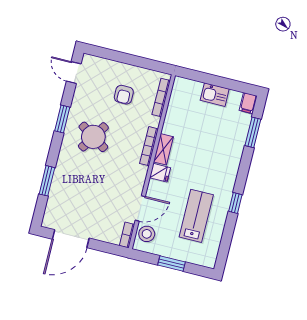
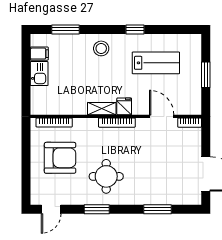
armchair: (124, 95) -> (60, 158), width x1.88, depth x1.88
filing cabinet: (248, 103) -> (39, 54), moved
round table: (93, 137) -> (106, 176), turned -33
bookcase: (149, 146) -> (117, 123), moved
lab bench: (196, 216) -> (156, 63), turned 180
stool: (147, 234) -> (101, 48), moved

